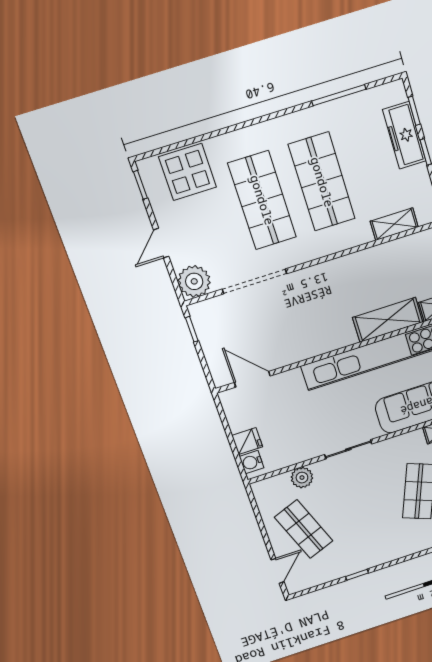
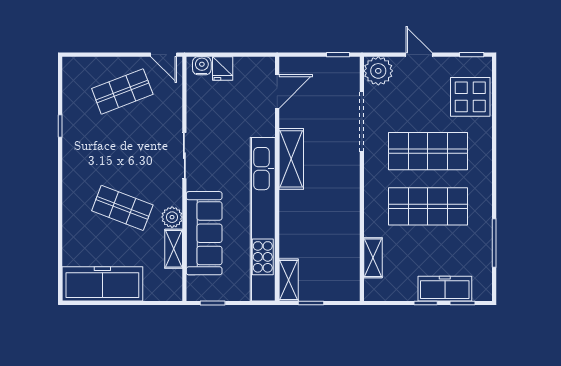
shelving: (388, 320) -> (291, 159), moved
plant: (302, 478) -> (172, 217), moved
door: (277, 571) -> (164, 55), moved

